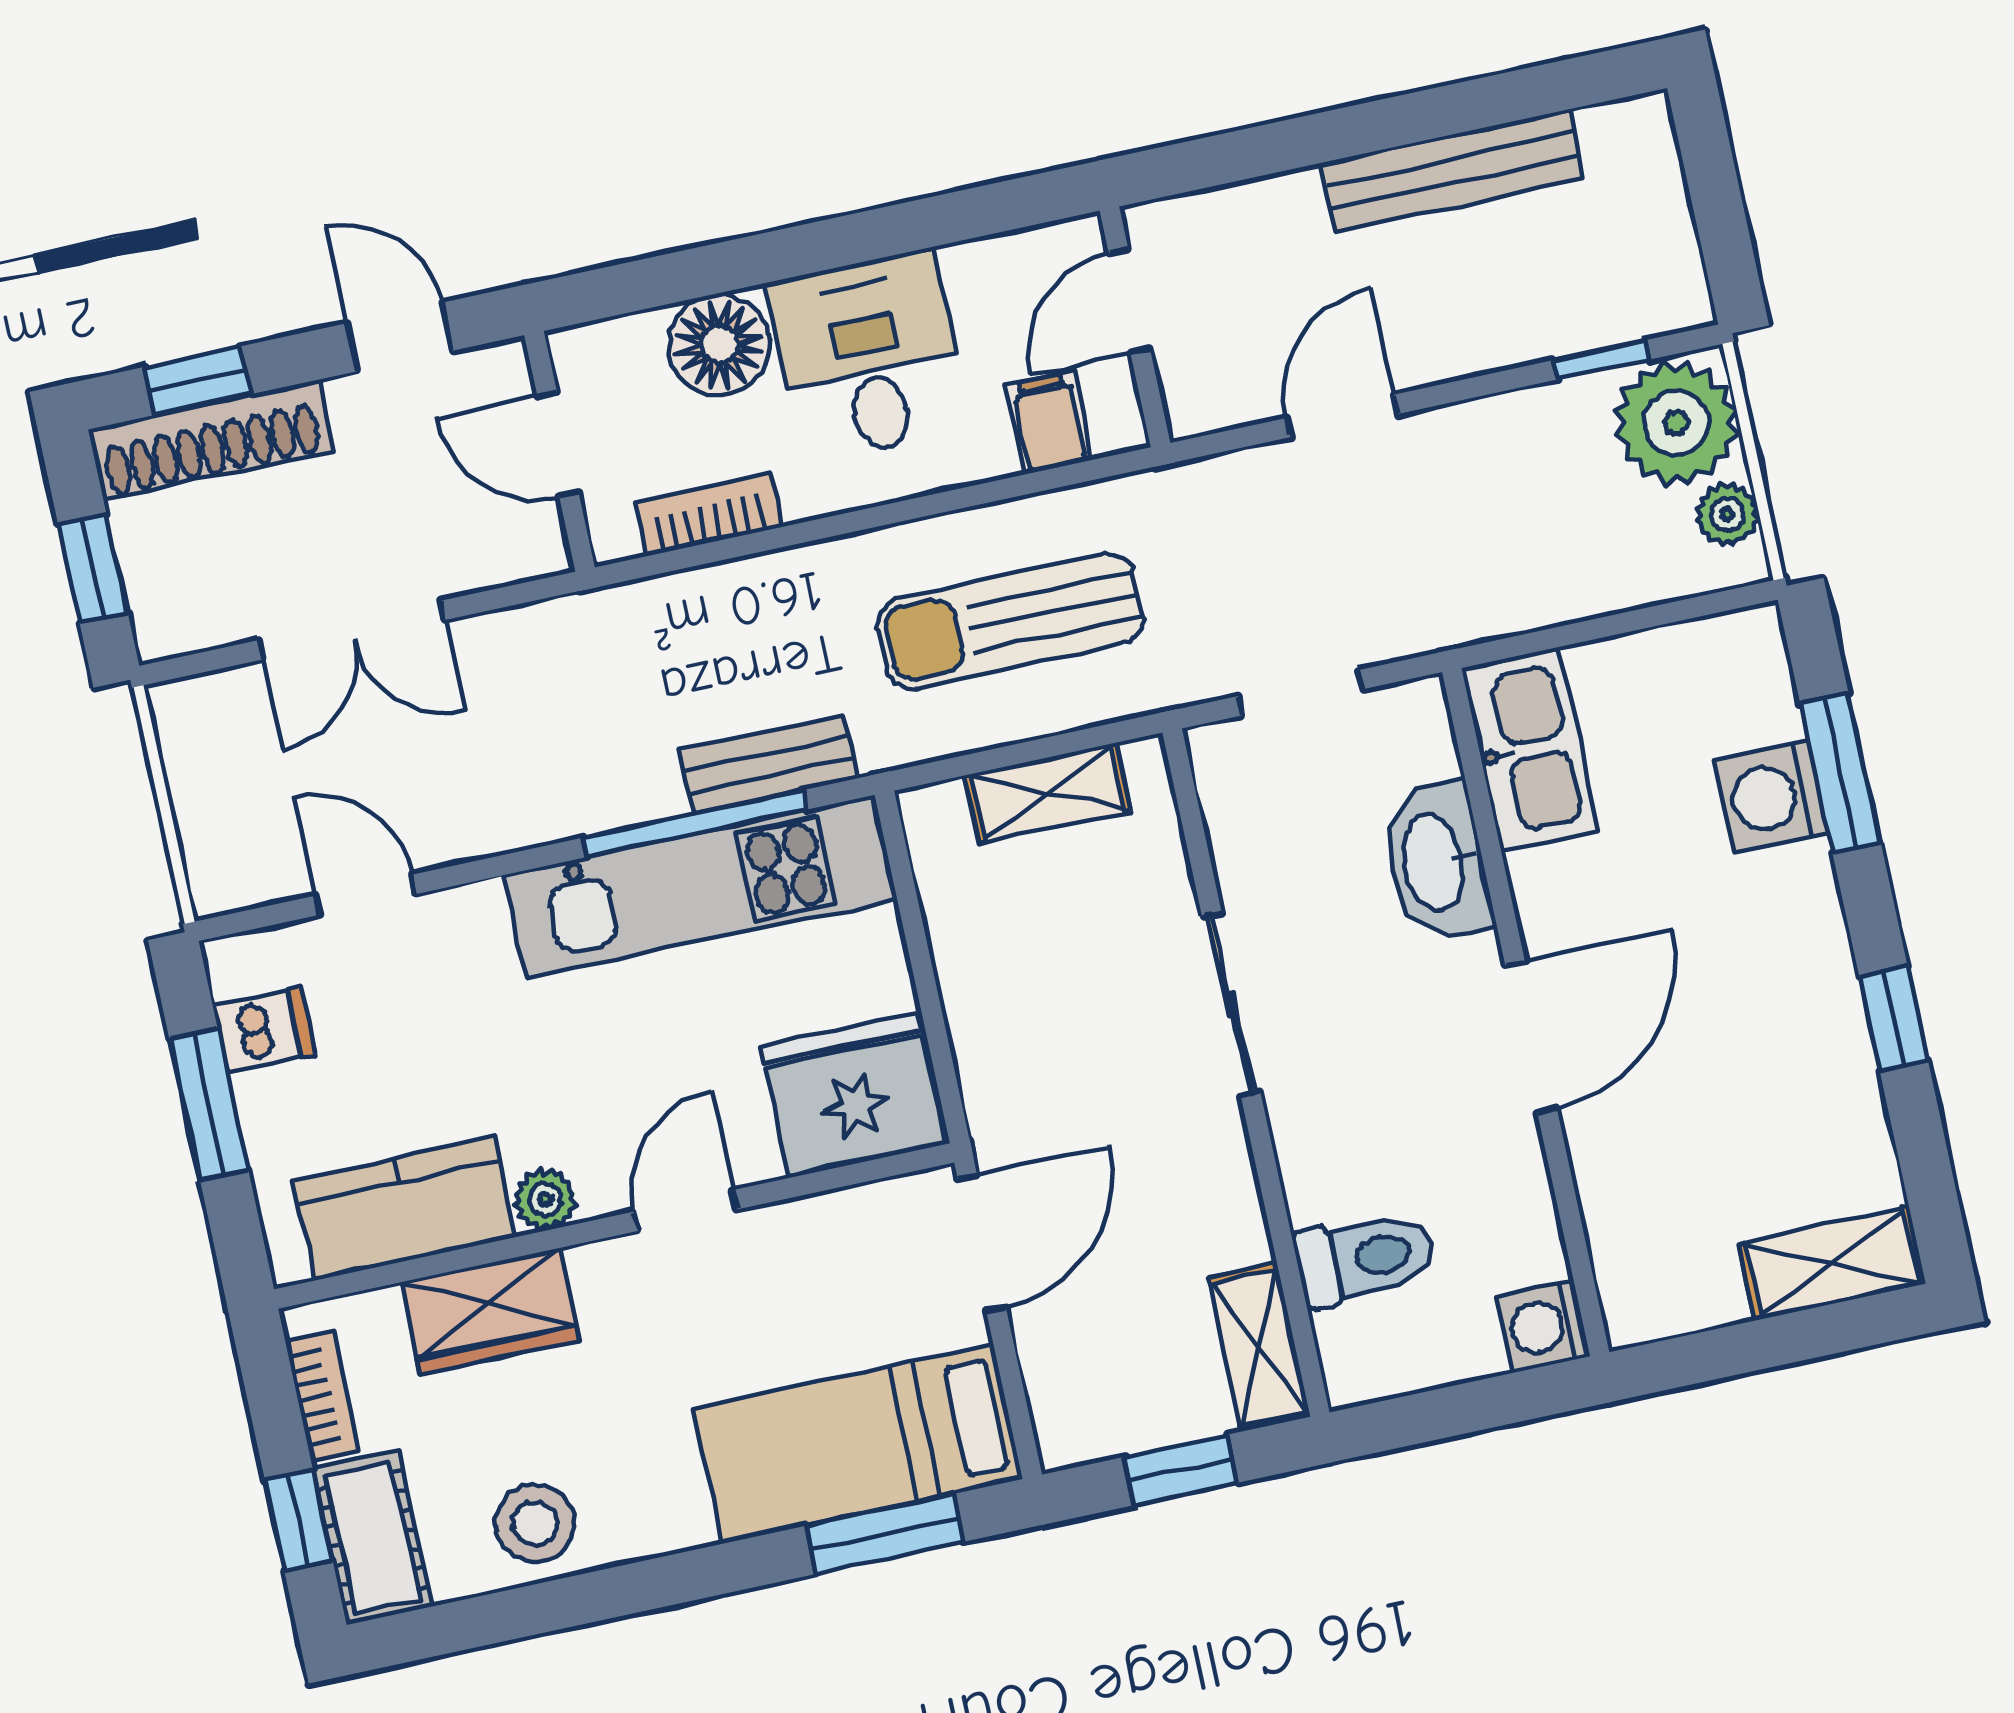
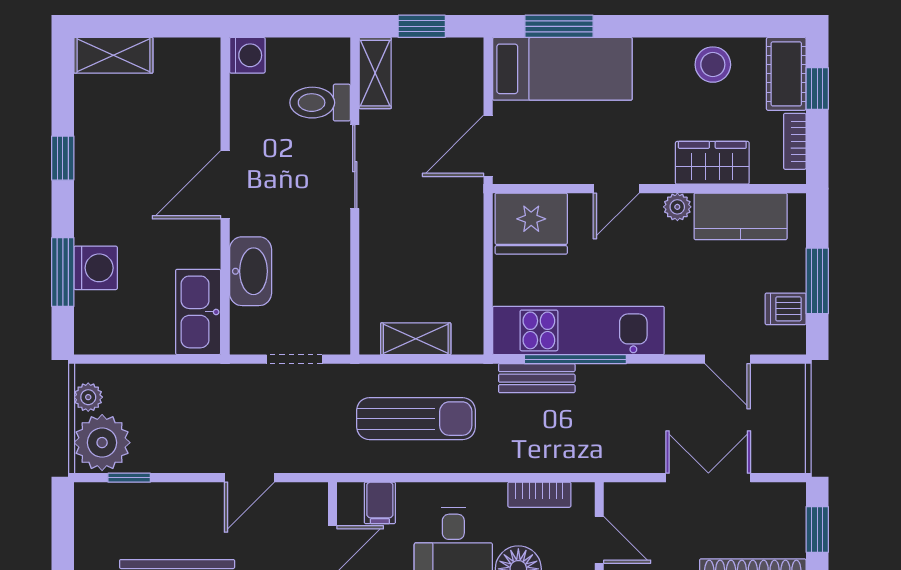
sliding door: (1231, 1004) -> (355, 167), moved

